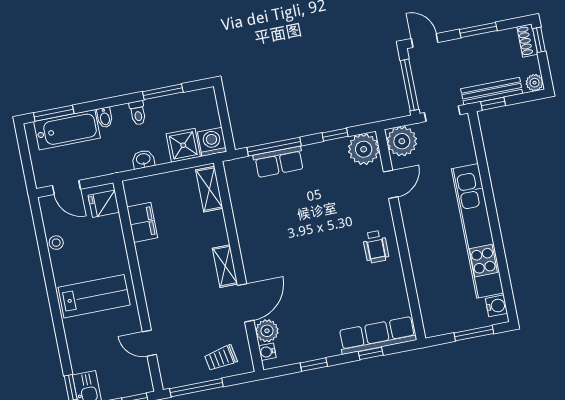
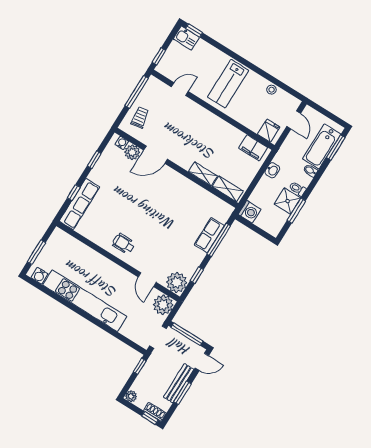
bench: (492, 91) -> (179, 383), moved
shower: (183, 145) -> (288, 201), moved
door: (66, 187) -> (294, 120), swing flipped
filing cabinet: (142, 222) -> (253, 148), moved
shelving: (225, 266) -> (203, 174), moved
door: (246, 303) -> (156, 155), hinge flipped

